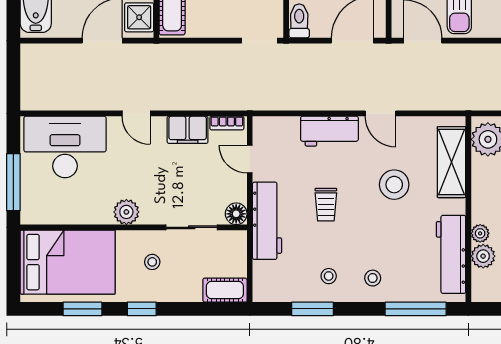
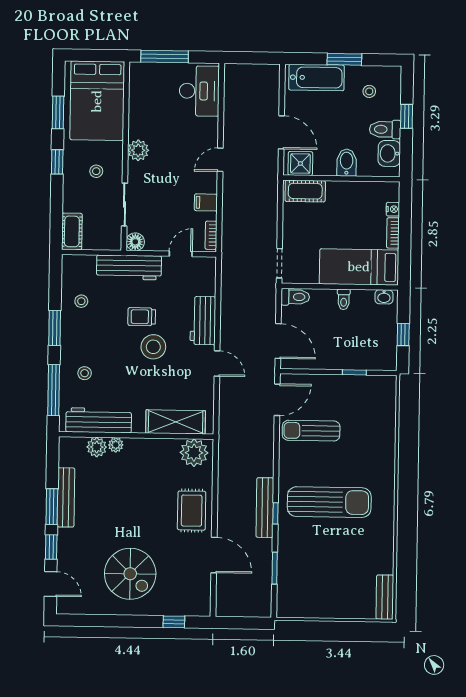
door: (381, 113) -> (217, 363), swing flipped
filing cabinet: (188, 130) -> (206, 202), width x0.50
desk: (65, 147) -> (199, 91), width x0.73, depth x0.77
stool: (394, 185) -> (153, 347), moved
stool: (329, 276) -> (81, 301), moved
stool: (373, 278) -> (85, 373), moved
window: (312, 309) -> (55, 328), moved

